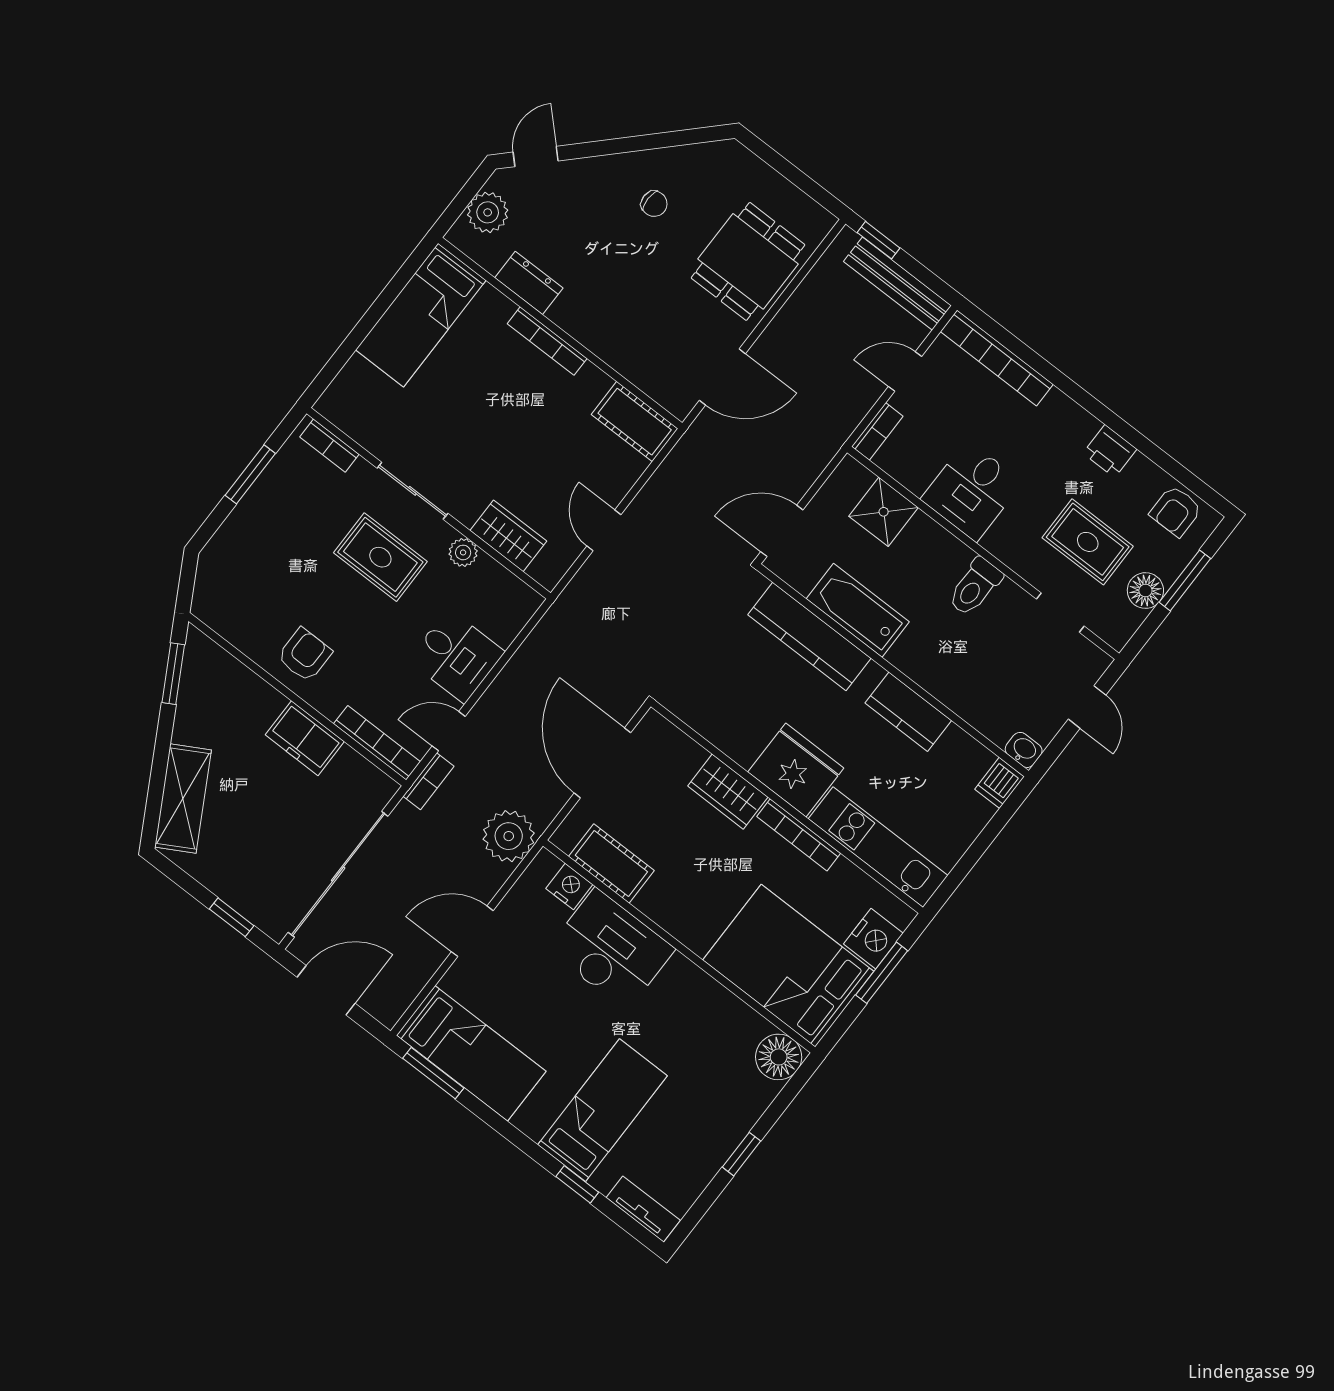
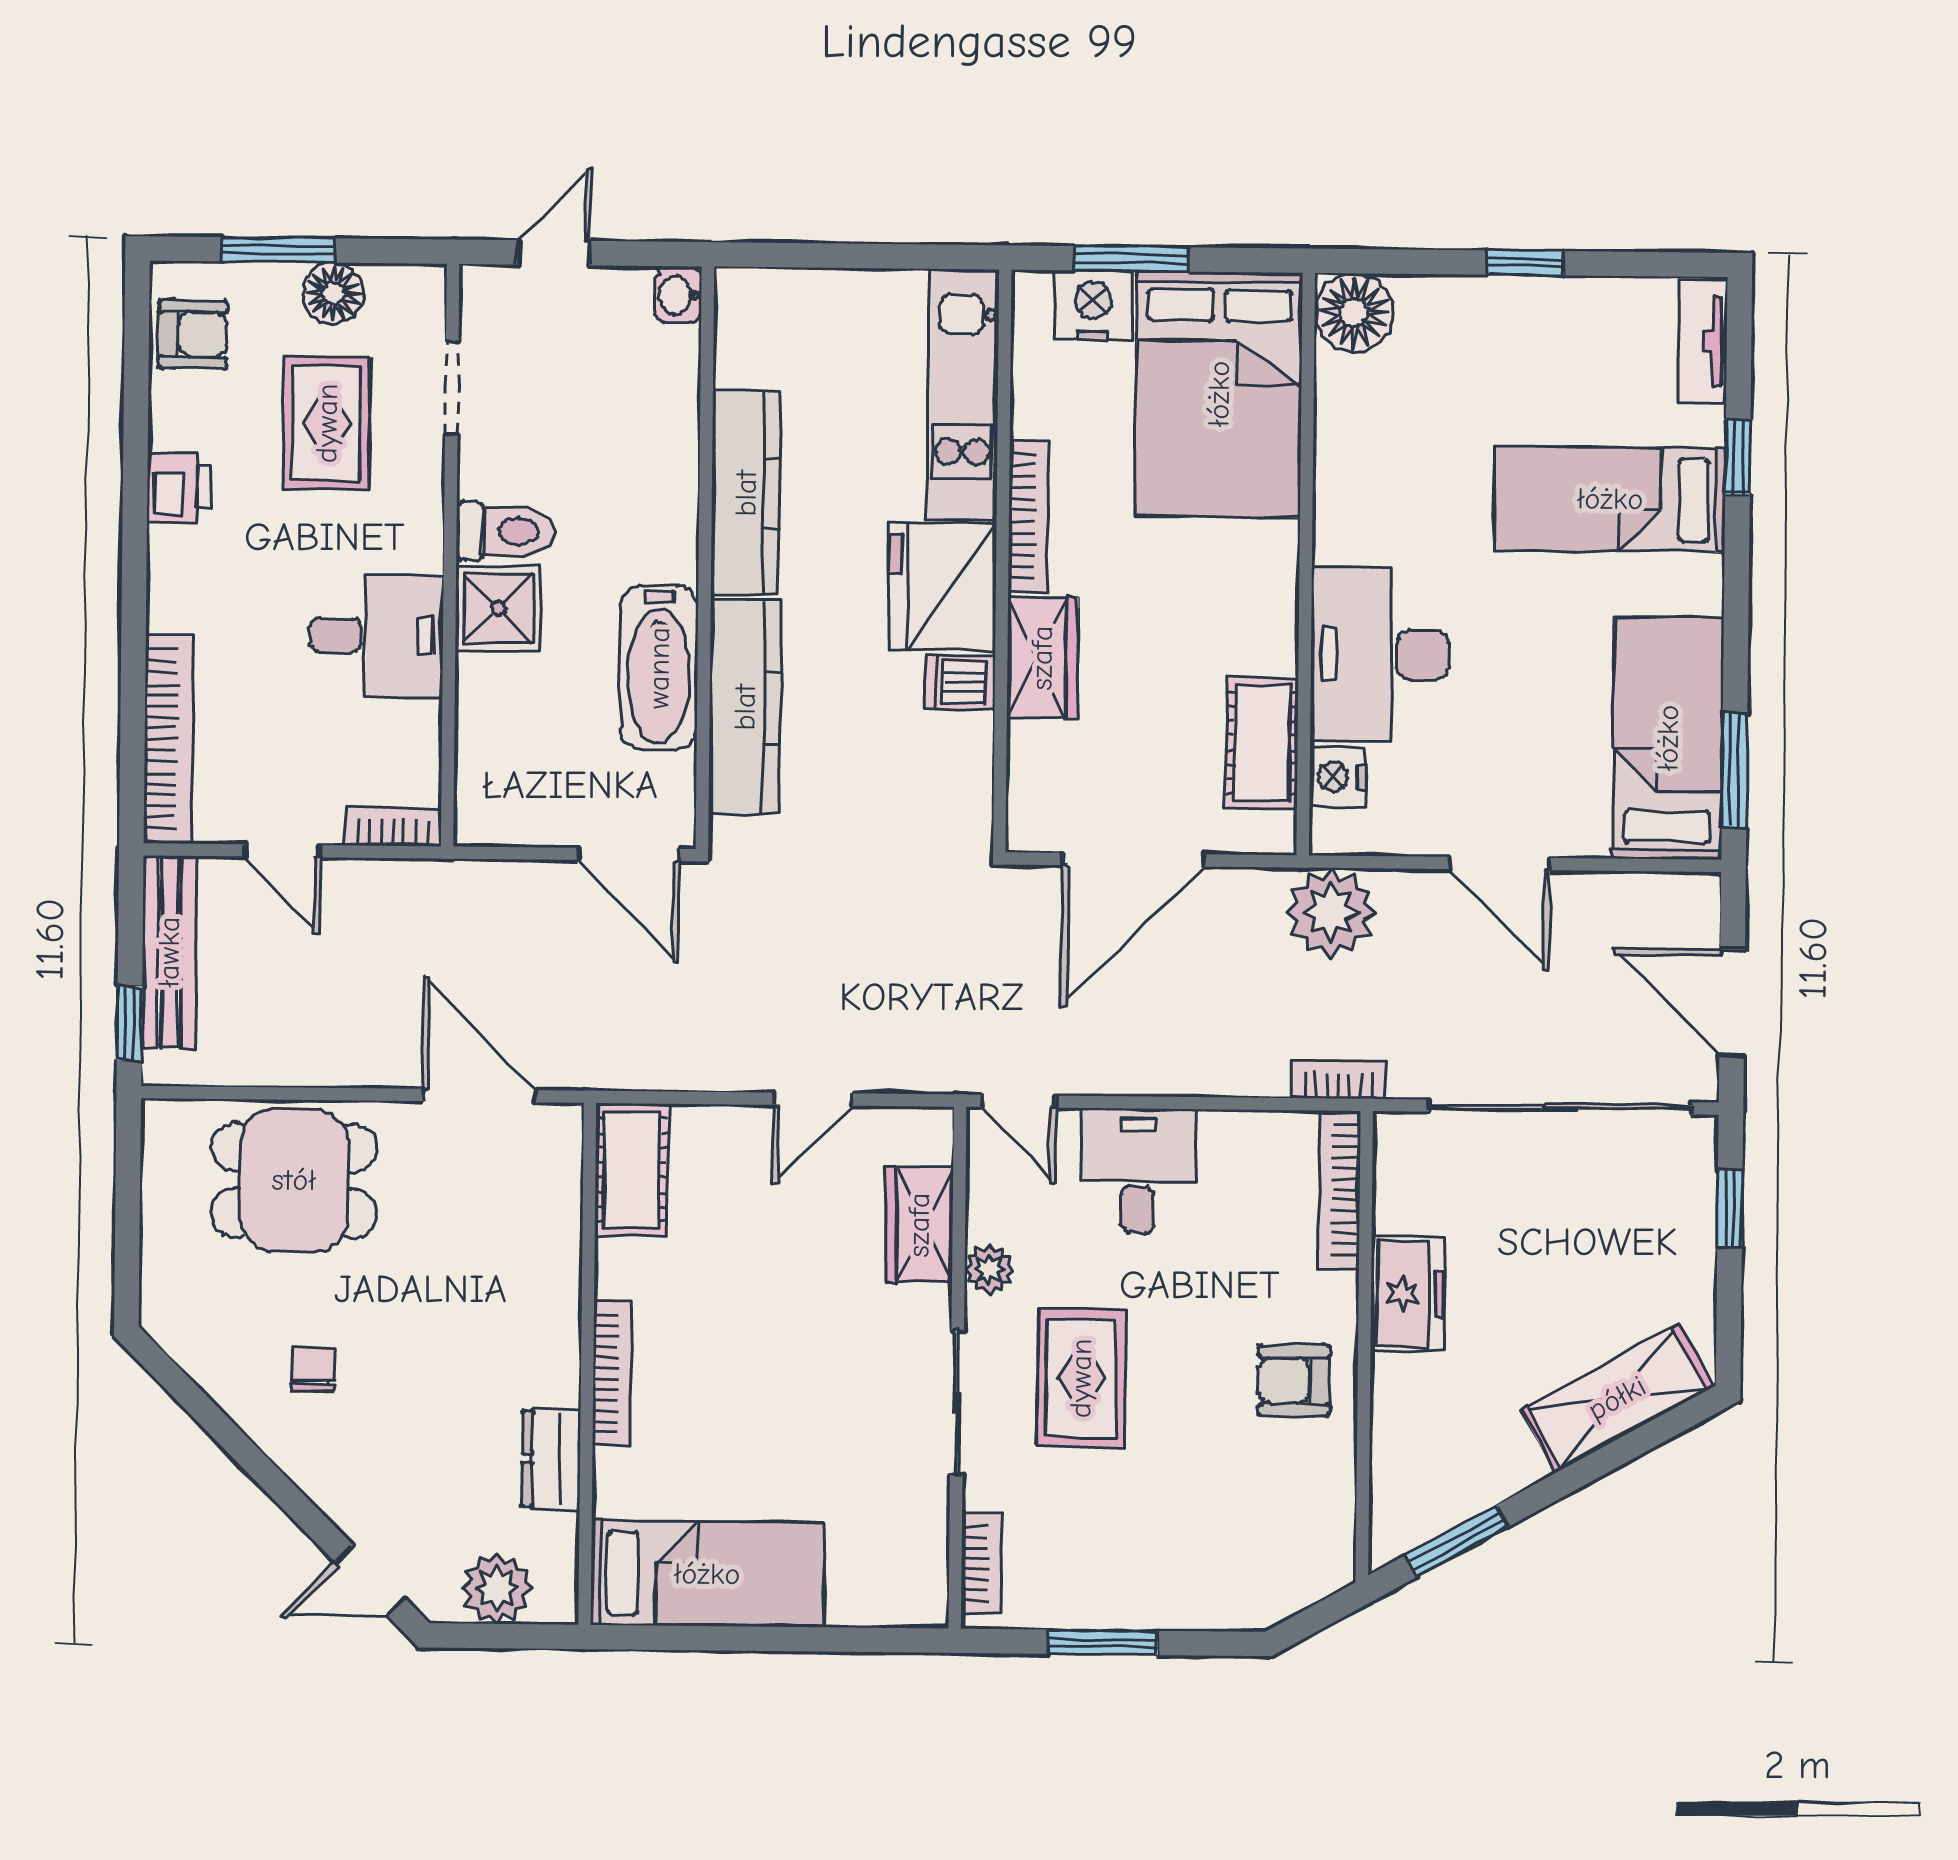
shower: (884, 512) -> (498, 609), moved
kitchen counter: (908, 712) -> (746, 493), width x1.50
door: (449, 731) -> (1018, 1101), moved
dishwasher: (1000, 783) -> (960, 682), moved, turned 180

